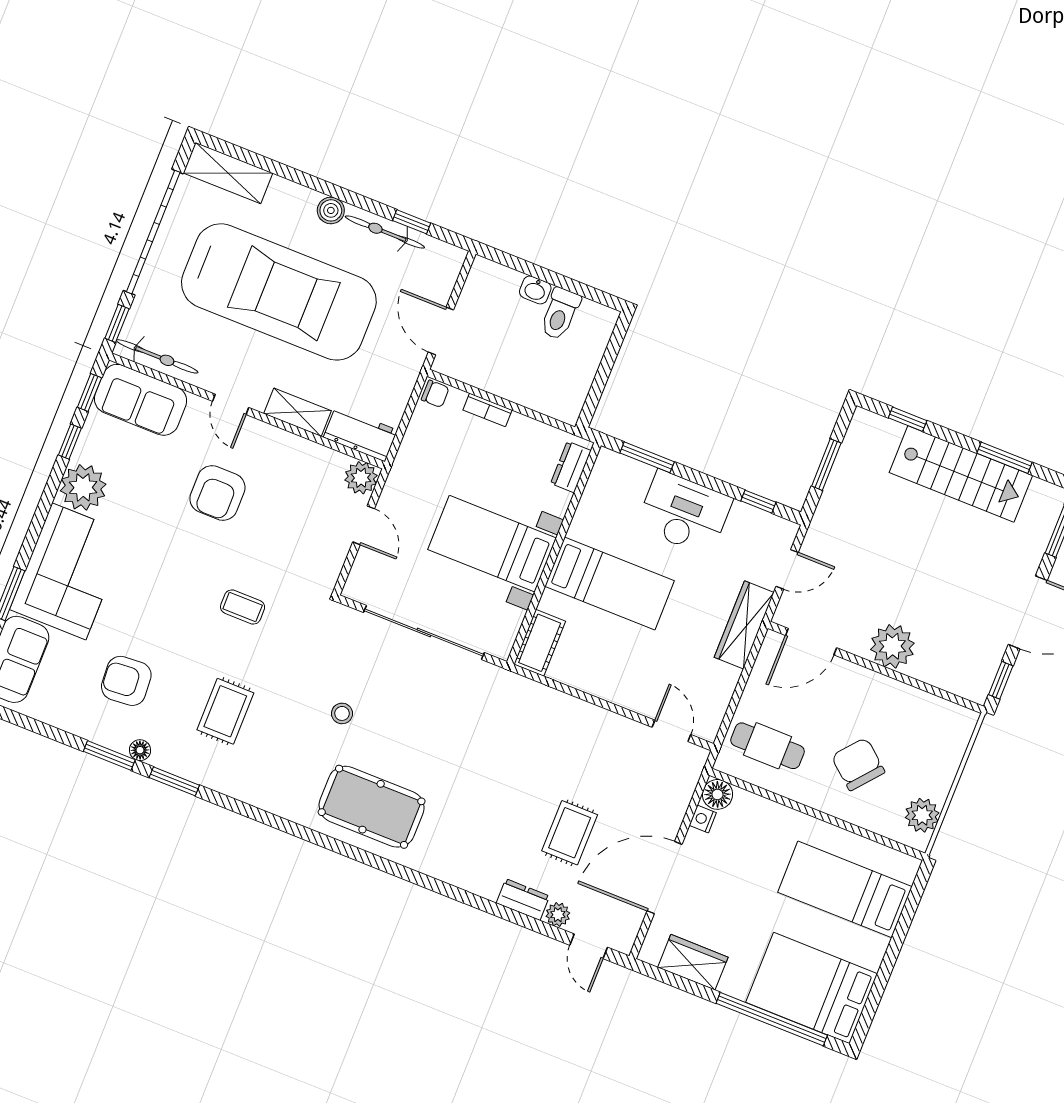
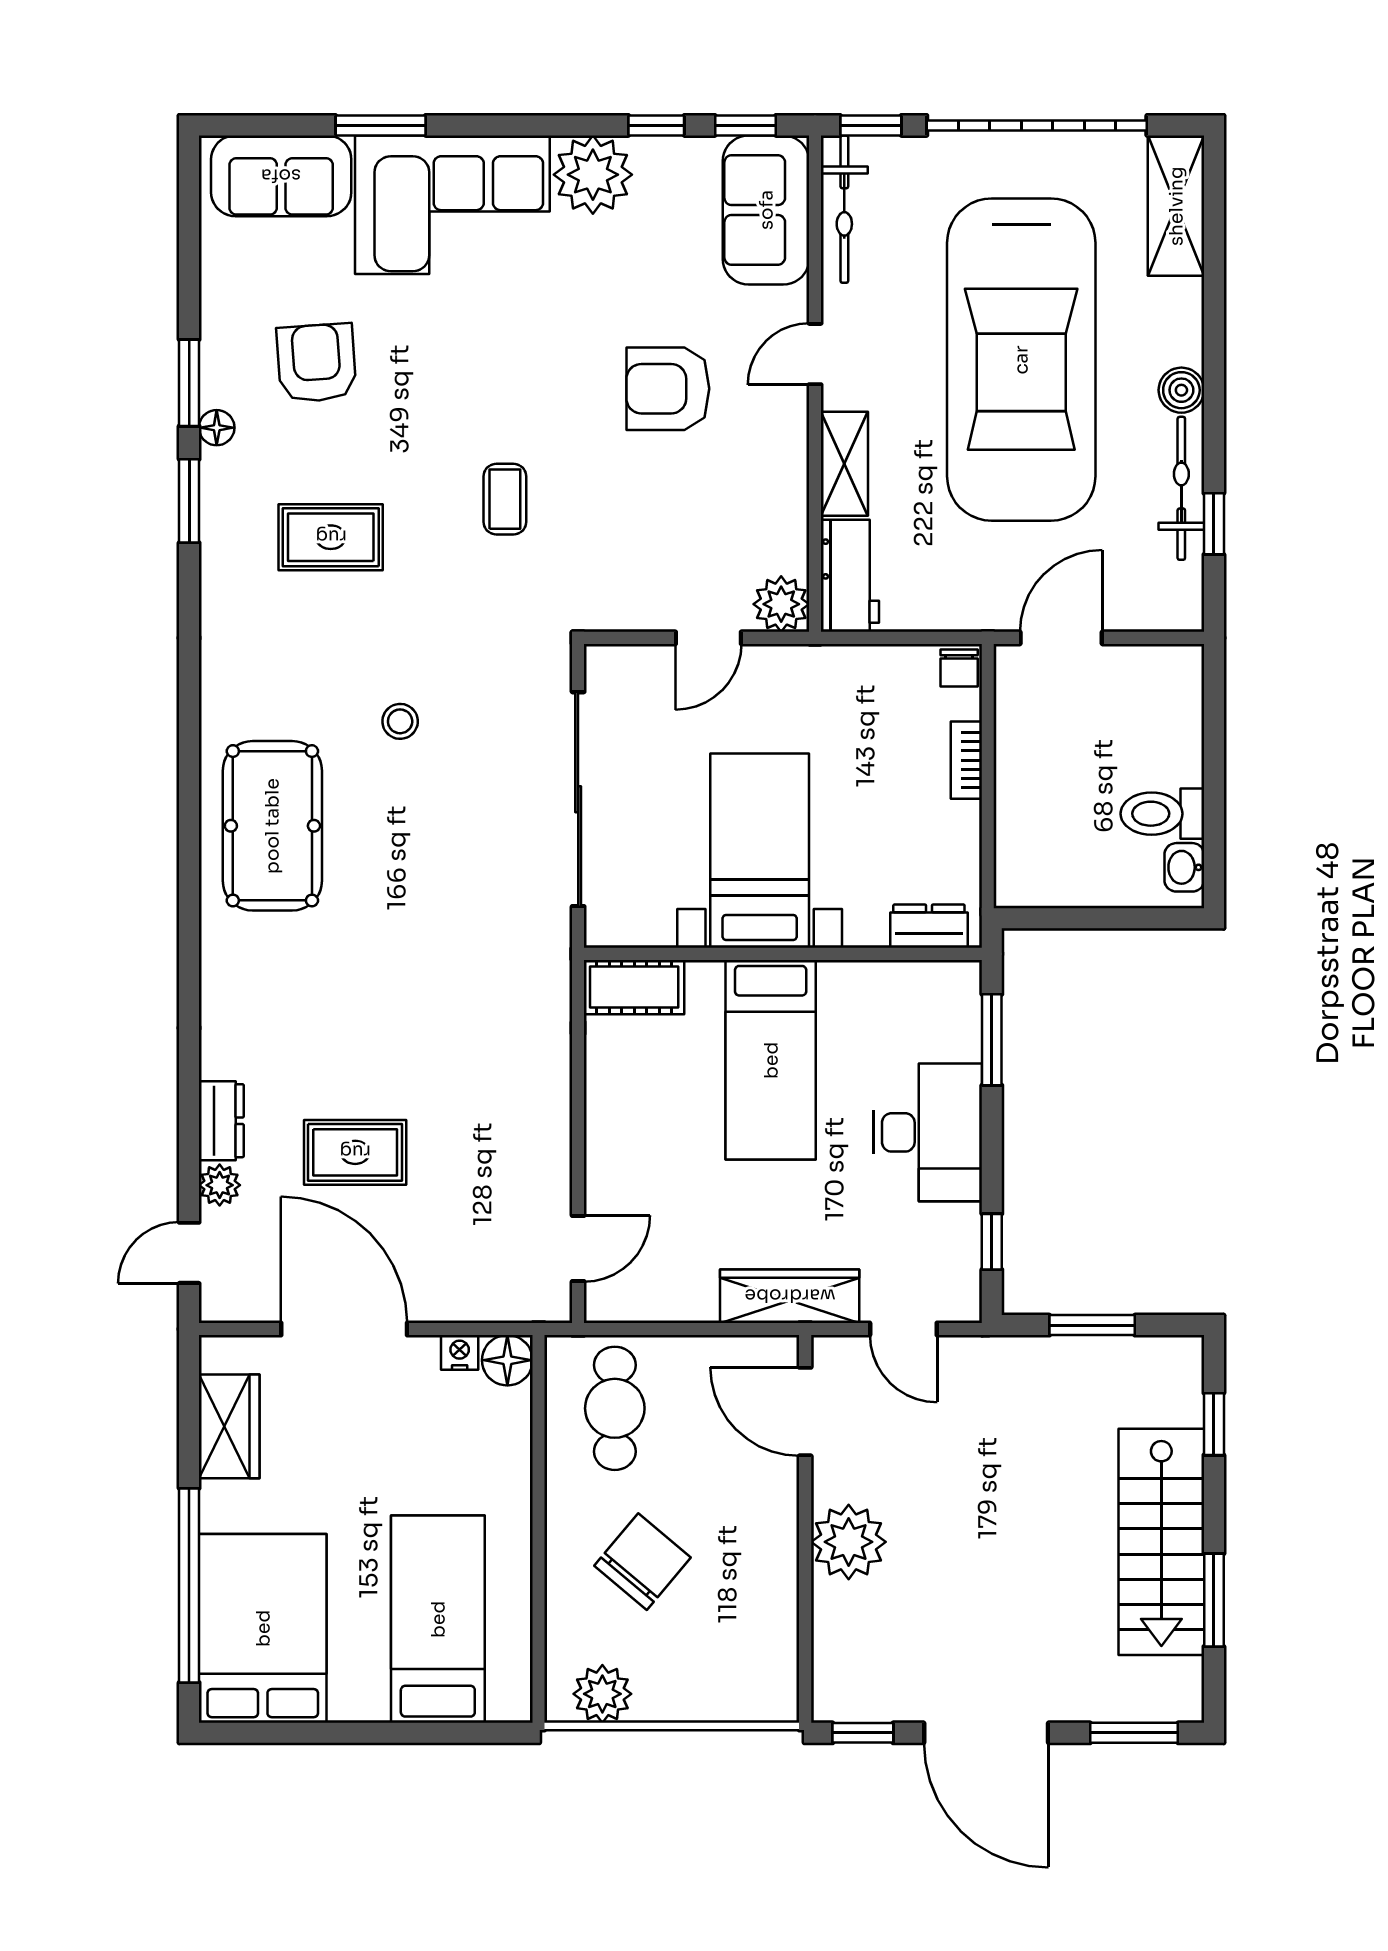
washbasin: (535, 290) -> (1184, 867), moved

